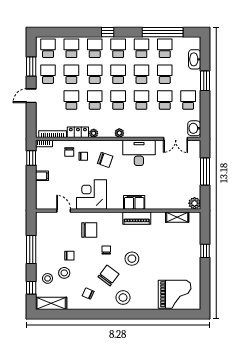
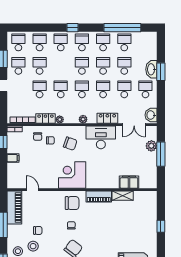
washbasin: (195, 59) -> (151, 69), moved
school desk: (95, 74) -> (61, 66), removed
locker: (146, 132) -> (107, 118), added
corner desk: (91, 194) -> (72, 175), moved
filing cabinet: (134, 202) -> (129, 182), moved
plant: (195, 203) -> (151, 146), moved
shelving: (177, 217) -> (123, 196), moved
piano: (44, 230) -> (14, 207), added
chair: (89, 230) -> (72, 203), moved
stool: (132, 259) -> (94, 233), removed

